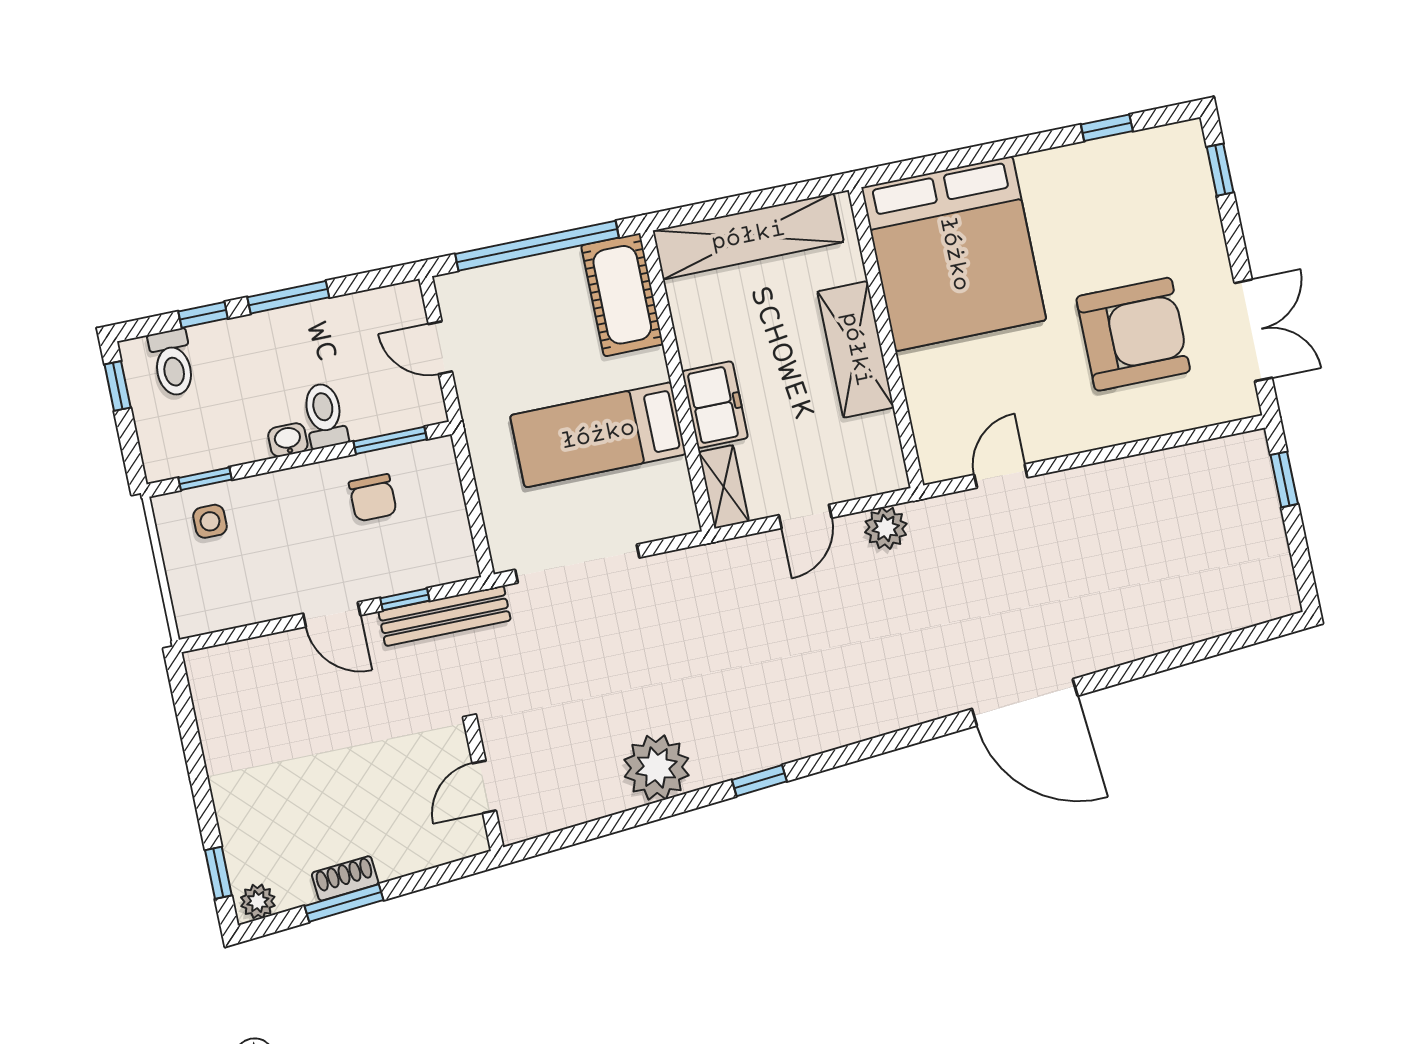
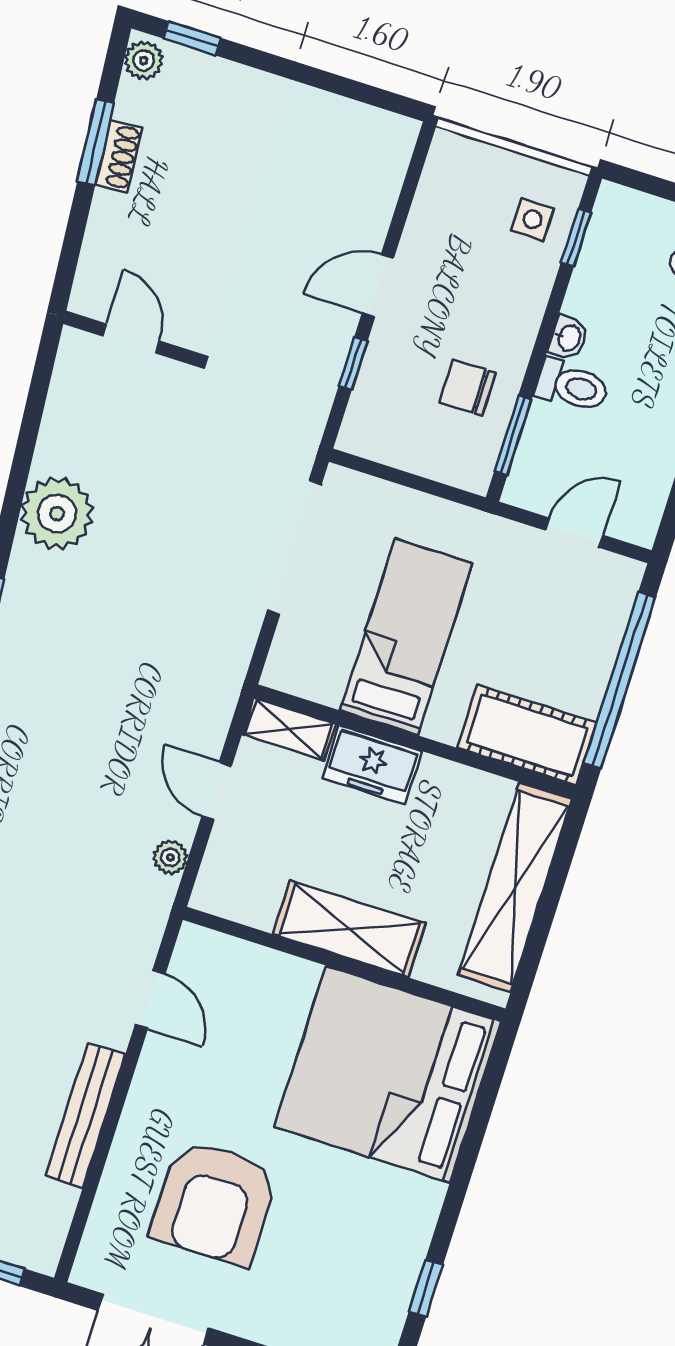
plant: (886, 528) -> (170, 857), width x0.73, depth x0.73
bench: (445, 616) -> (85, 1115), moved

